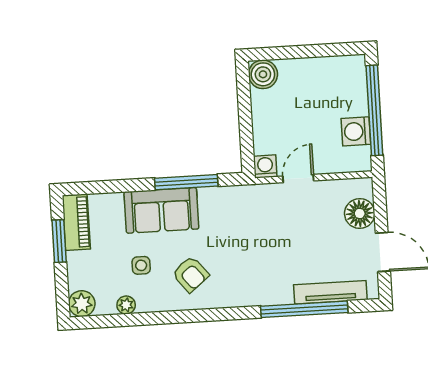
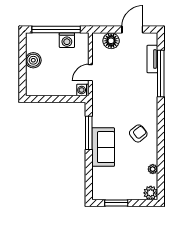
boiler: (263, 74) -> (33, 60), moved
door: (298, 178) -> (90, 73), hinge flipped
piano: (76, 222) -> (107, 193), removed
side table: (141, 265) -> (132, 160), removed
tv unit: (330, 292) -> (152, 59), width x0.71

